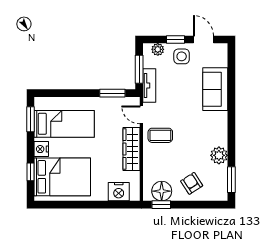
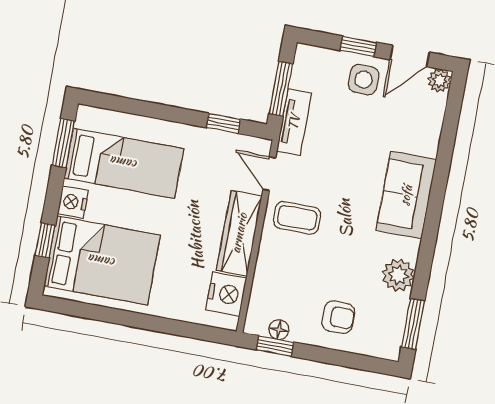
door: (203, 40) -> (410, 56), swing flipped
plant: (158, 49) -> (440, 81), moved
sofa: (215, 89) -> (406, 195), moved
window: (112, 93) -> (223, 123), width x0.67
armchair: (192, 183) -> (338, 317), turned 123
floor lamp: (162, 191) -> (279, 330), width x0.53, depth x0.53
nightstand: (119, 192) -> (226, 294), moved, turned -90

